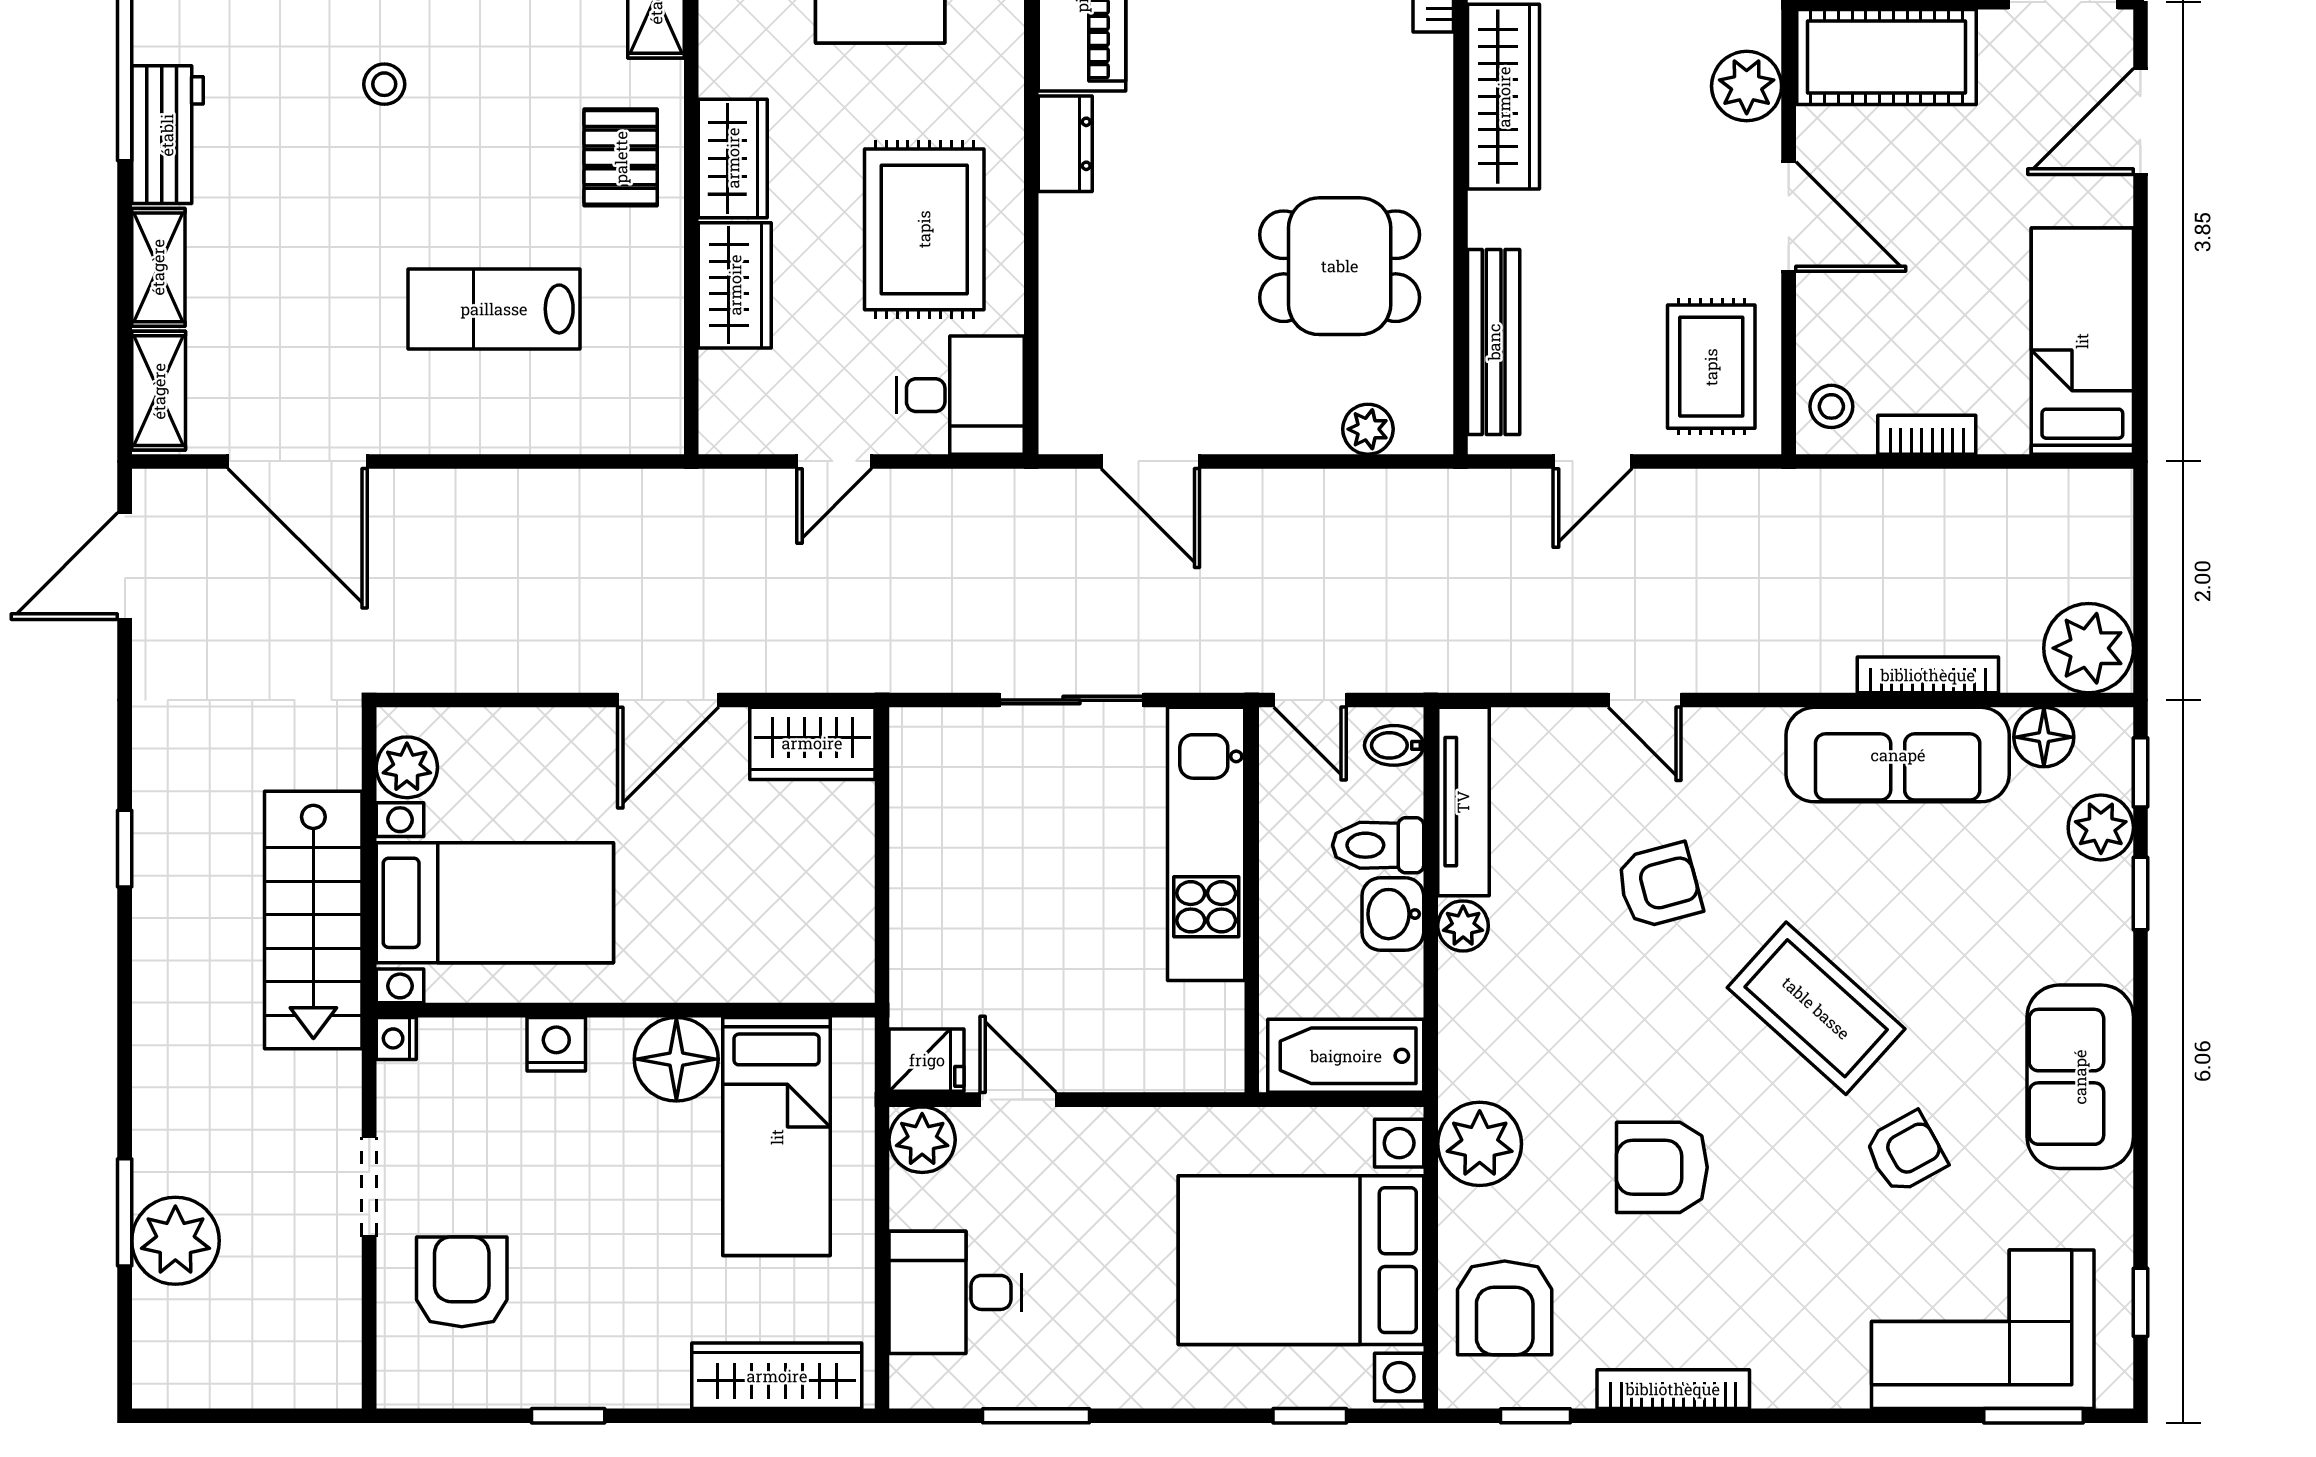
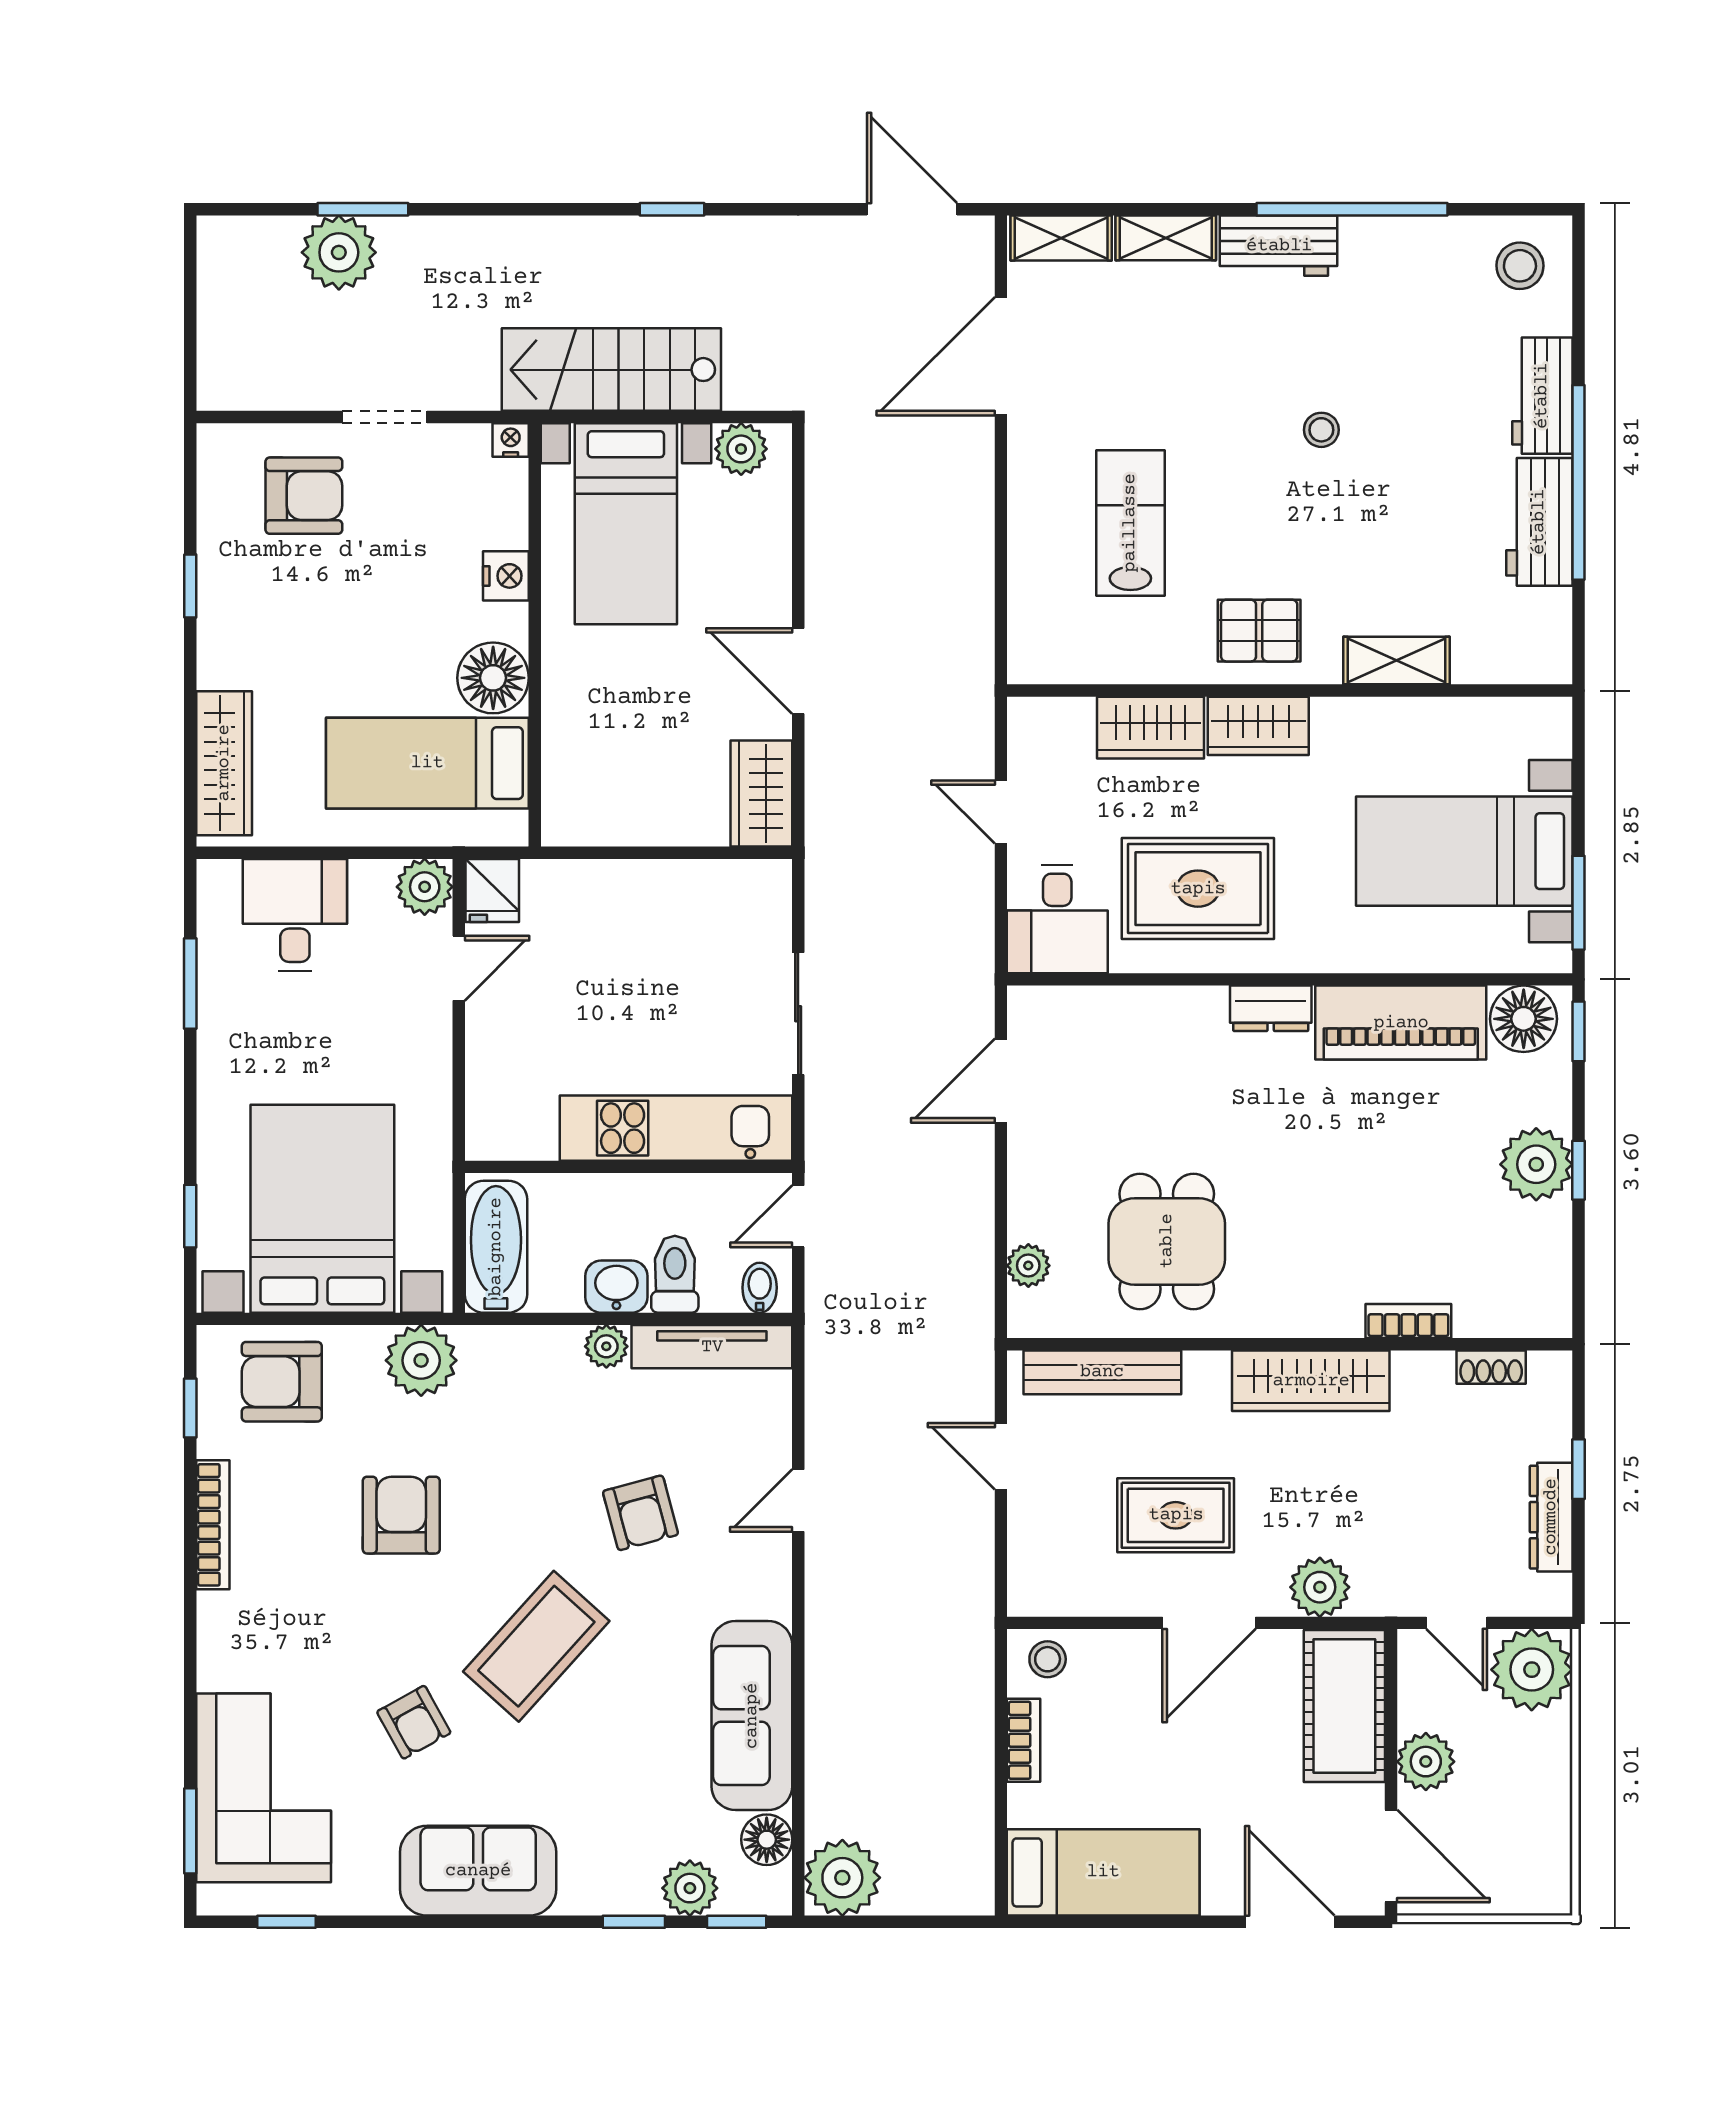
rug: (1711, 367) -> (1176, 1515), moved
bookcase: (1928, 675) -> (820, 1741), removed

